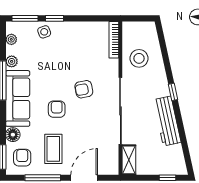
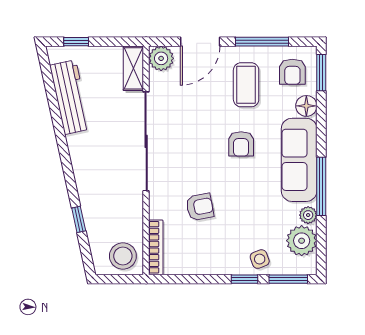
plant: (11, 39) -> (302, 241), width x1.87, depth x1.87
stool: (139, 58) -> (123, 256), moved
armchair: (84, 89) -> (200, 207), moved
window: (173, 92) -> (79, 219), moved
workbench: (167, 121) -> (70, 97), moved
plant: (110, 167) -> (161, 58), added

